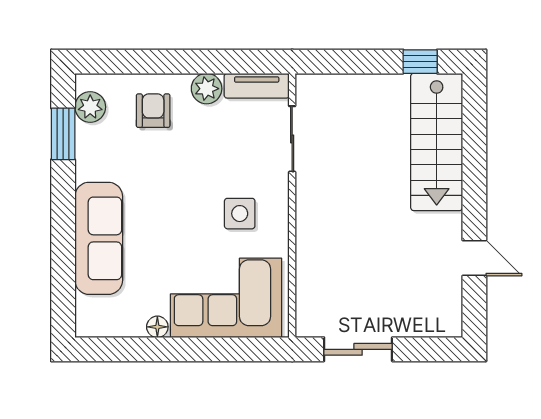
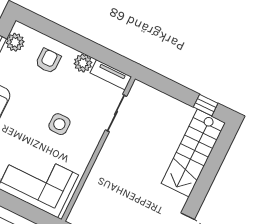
side table: (240, 214) -> (59, 124), moved

